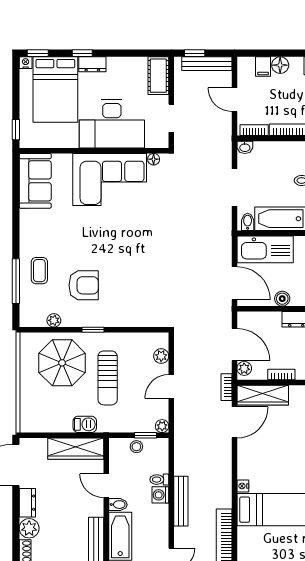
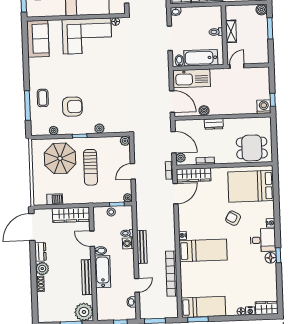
plant: (123, 320) -> (99, 128), added
plant: (161, 356) -> (125, 141), moved
barbecue: (85, 424) -> (55, 199), moved

